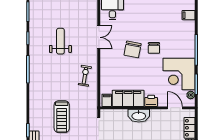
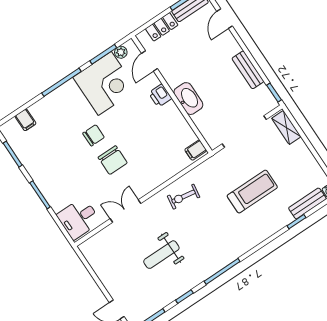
chair: (133, 49) -> (113, 160), turned 79
filing cabinet: (128, 98) -> (176, 126), removed

